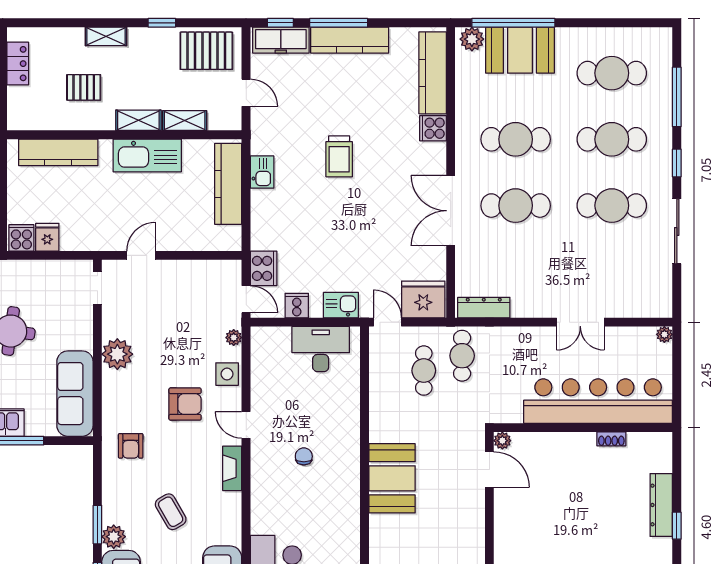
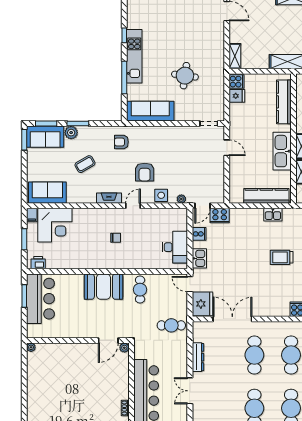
double door: (451, 211) -> (232, 319), moved
dresser: (484, 308) -> (198, 357), moved
door: (387, 322) -> (190, 284), swing flipped
plant: (117, 354) -> (172, 135), removed
cafe table: (424, 371) -> (140, 290), moved, turned 90

